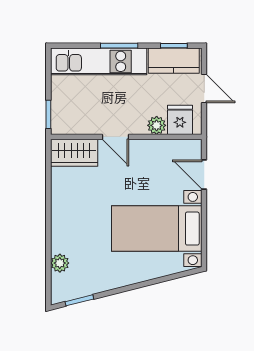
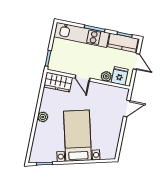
door: (204, 174) -> (127, 109), swing flipped
bed with nightstands: (157, 229) -> (77, 136), moved, turned 76
plant: (60, 263) -> (43, 117), moved

